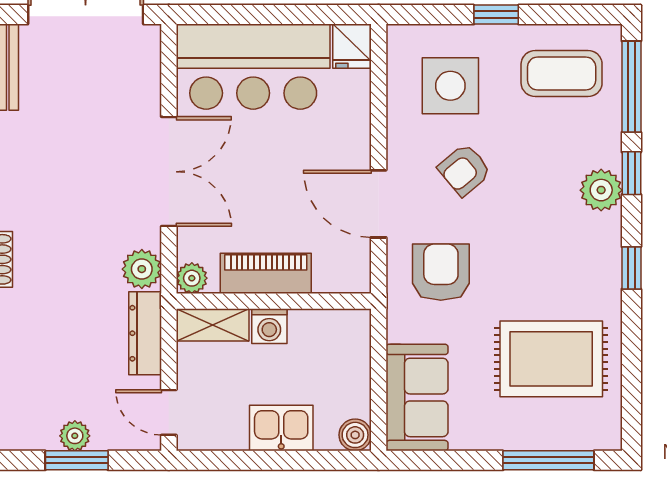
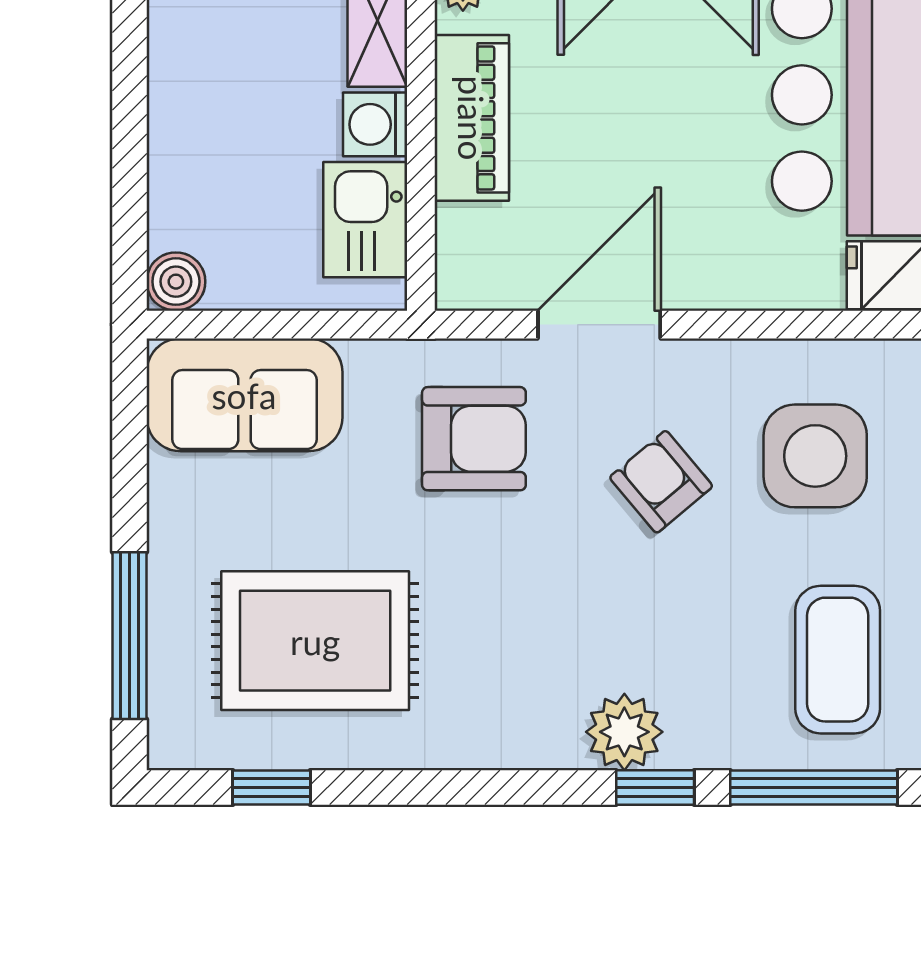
window: (631, 268) -> (271, 787), moved
rug: (551, 359) -> (315, 641), turned 90
kitchen sink: (281, 428) -> (365, 220), moved, turned 180

